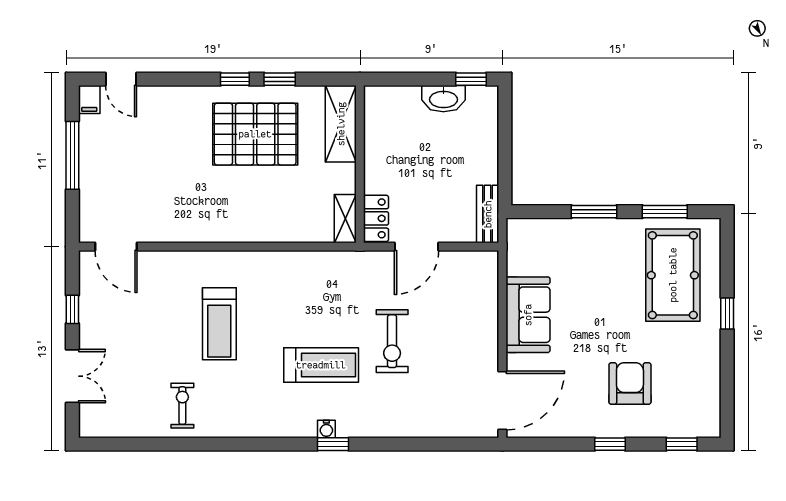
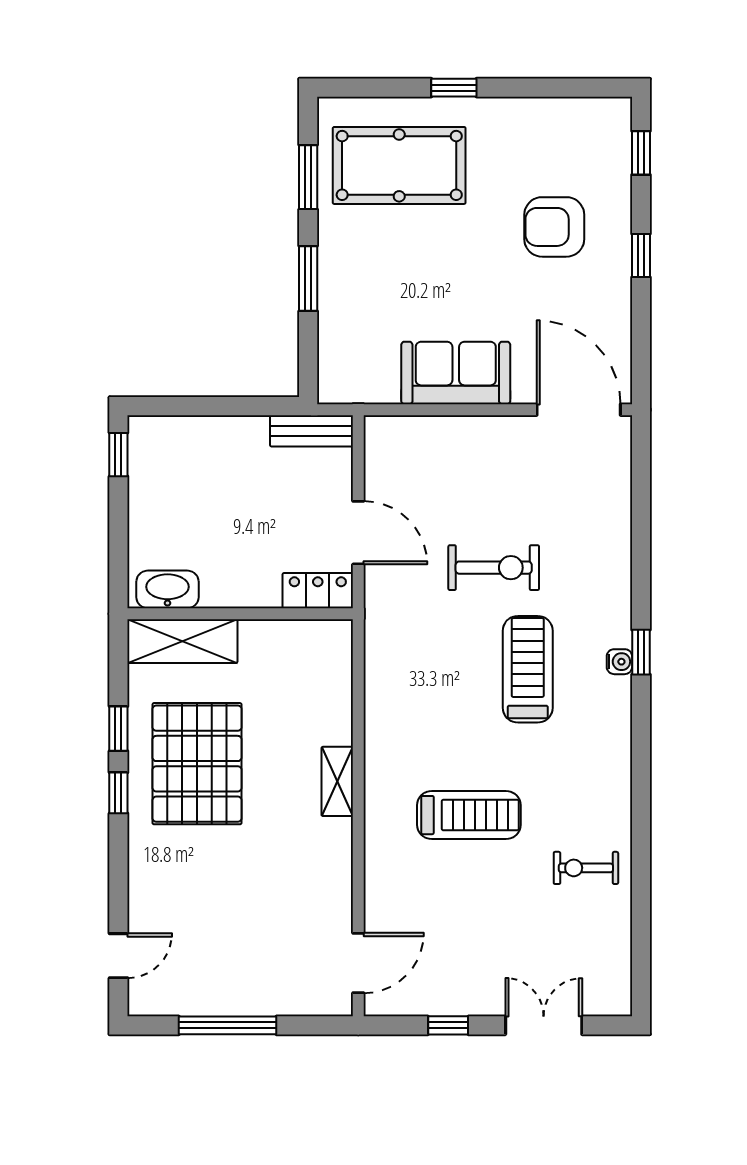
washbasin: (443, 99) -> (167, 589), moved, turned -90
filing cabinet: (89, 100) -> (148, 1001), removed
shelving: (345, 219) -> (337, 781), moved, turned 90

